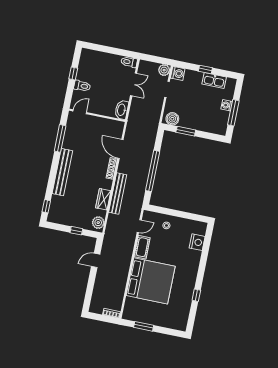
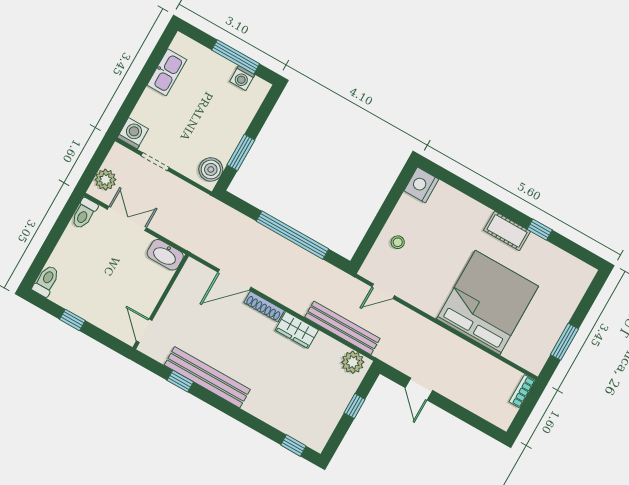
window: (205, 69) -> (142, 82), removed
plant: (164, 70) -> (105, 180), moved
toilet: (82, 86) -> (46, 281), moved
washing machine: (227, 105) -> (242, 78), moved
window: (60, 138) -> (180, 381), width x0.46
bench: (62, 172) -> (207, 377), moved
bench: (118, 193) -> (342, 328), moved
wardrobe: (103, 199) -> (297, 330), moved
door: (139, 226) -> (383, 291), swing flipped
nightstand: (197, 242) -> (421, 185), moved, turned -90
cot: (142, 247) -> (507, 231), moved

